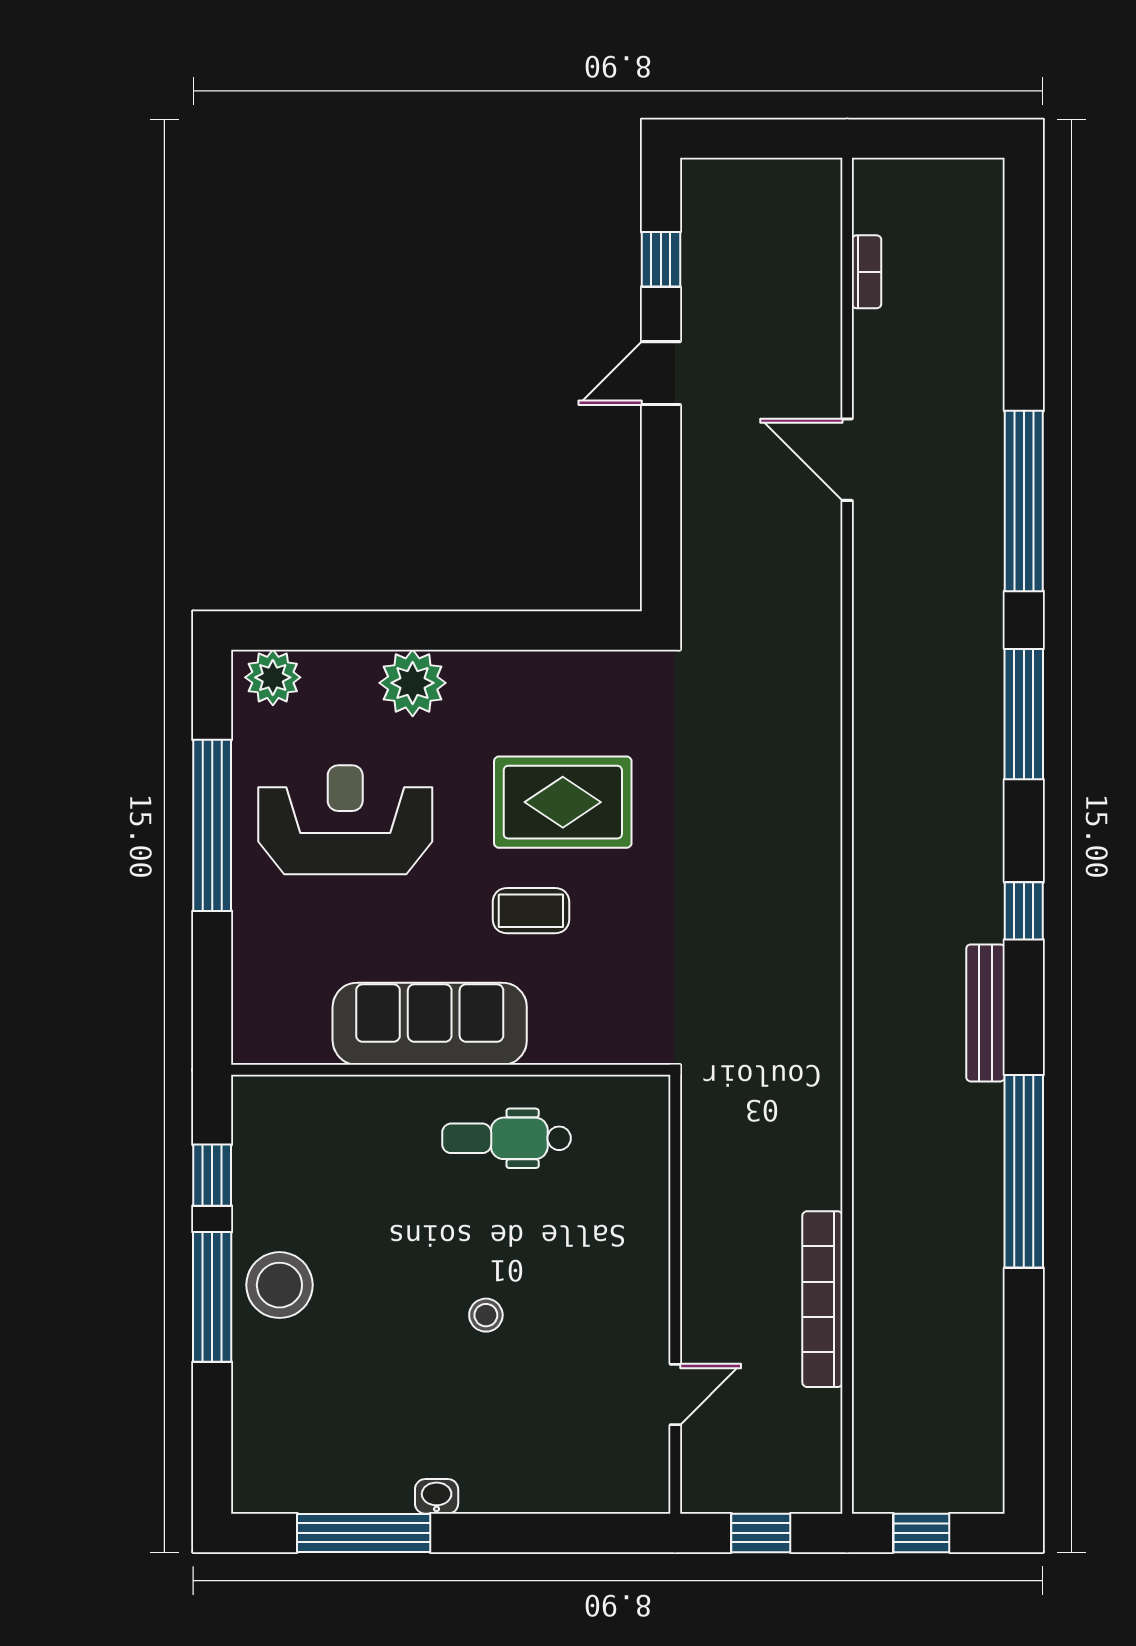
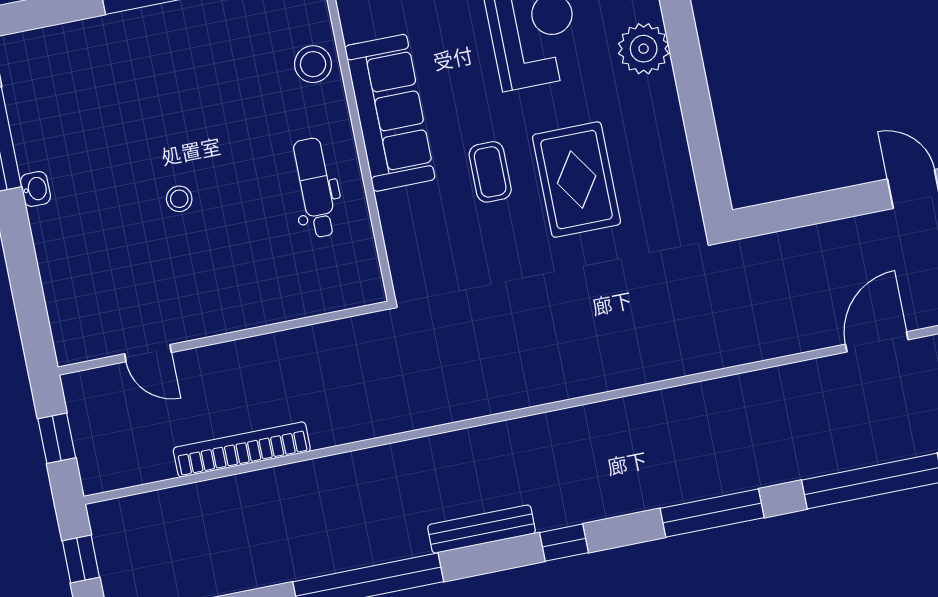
stool: (279, 1285) -> (313, 64), moved, width x0.73, depth x0.73

